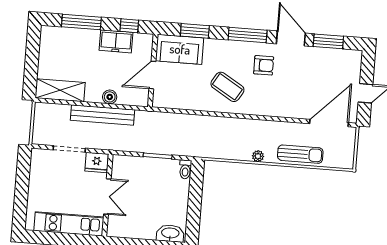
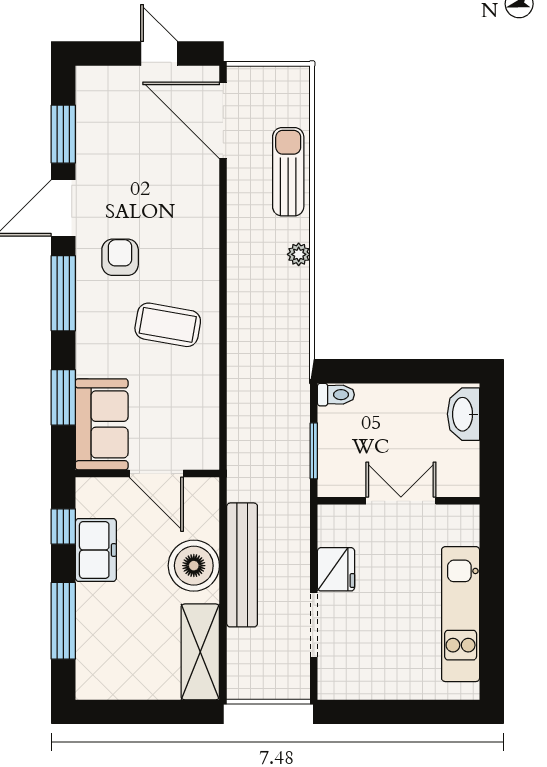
coffee table: (227, 87) -> (168, 325), turned 69
boiler: (110, 97) -> (194, 566), width x1.86, depth x1.86
wall: (107, 195) -> (398, 501), moved
double door: (107, 196) -> (401, 501), moved

